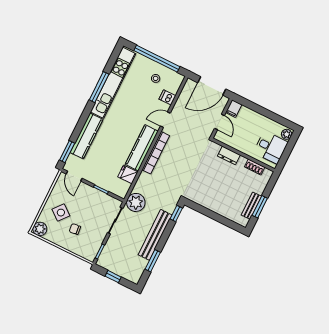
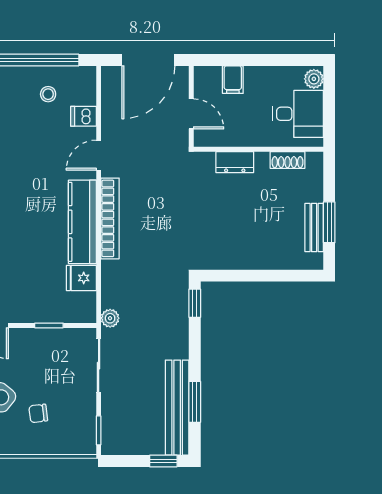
filing cabinet: (234, 109) -> (233, 80), moved
plant: (136, 202) -> (110, 318), width x0.53, depth x0.53
bench: (155, 235) -> (177, 408), moved
window: (113, 277) -> (163, 461), moved

